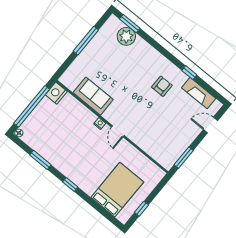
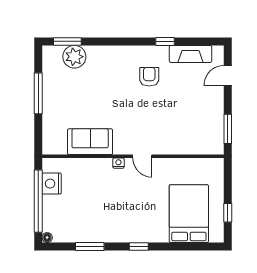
nightstand: (56, 93) -> (52, 184), moved

